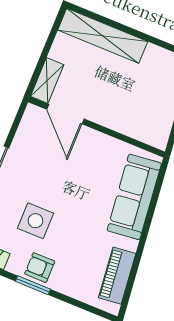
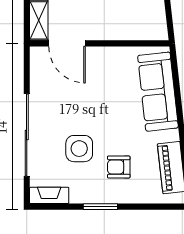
armchair: (40, 268) -> (119, 167), moved

